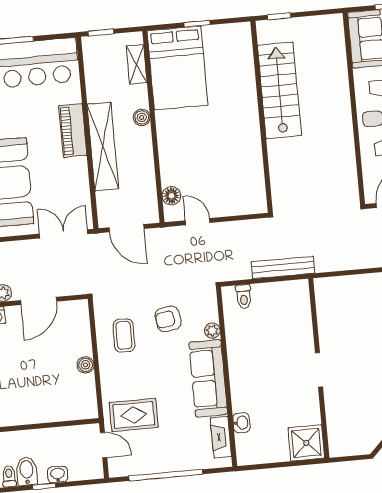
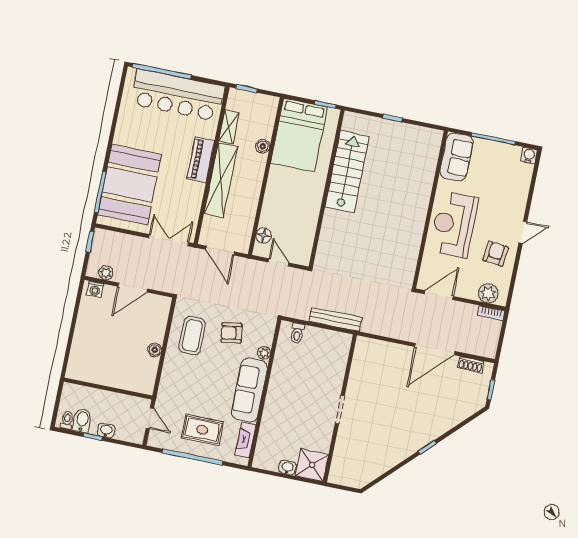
shelving: (137, 64) -> (229, 127), moved
stairs: (279, 90) -> (347, 172), moved
boiler: (142, 117) -> (263, 146), moved
wall: (262, 117) -> (327, 188), moved
coffee table: (124, 335) -> (192, 336), width x1.36, depth x1.30
rug: (134, 415) -> (202, 430), moved
washbasin: (241, 423) -> (287, 468), moved, turned -90

